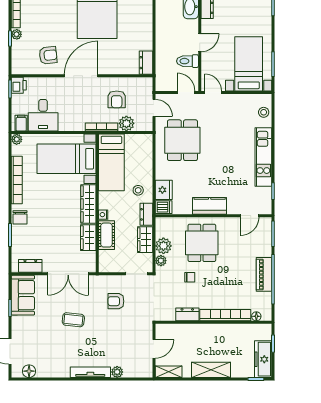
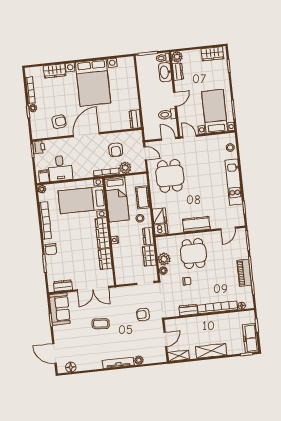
cot: (106, 235) -> (143, 197), moved
armchair: (116, 301) -> (143, 314), moved

